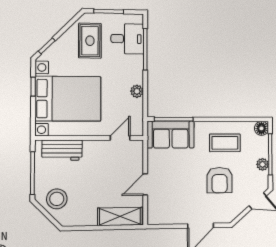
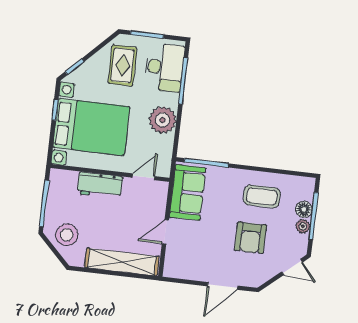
desk: (127, 39) -> (164, 67), width x1.37
plant: (137, 91) -> (163, 120), width x1.88, depth x1.88
floor lamp: (261, 128) -> (304, 209), moved
sofa: (171, 135) -> (188, 192), moved, turned -90
workbench: (62, 150) -> (100, 185), moved
shelving: (120, 216) -> (122, 262), width x1.47

